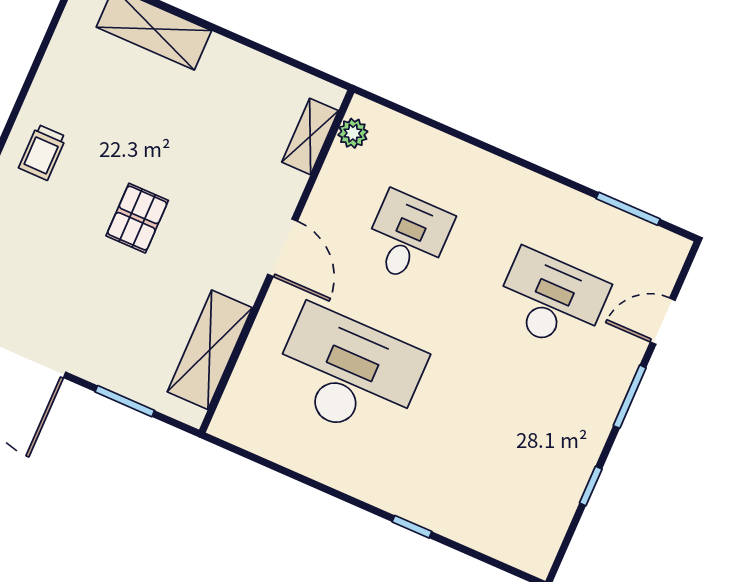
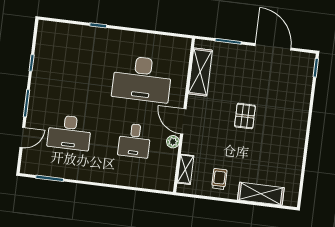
plant: (353, 133) -> (173, 142), moved
trolley: (42, 152) -> (219, 179), moved

